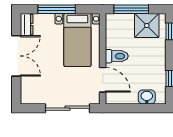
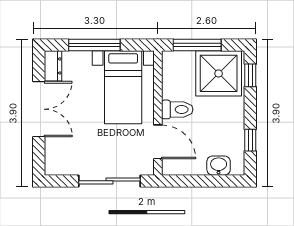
shower: (147, 26) -> (219, 73), width x1.37, depth x1.37

